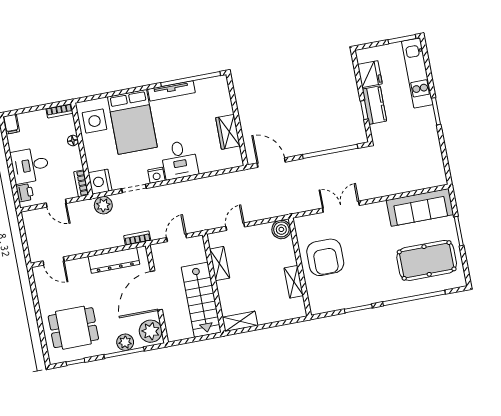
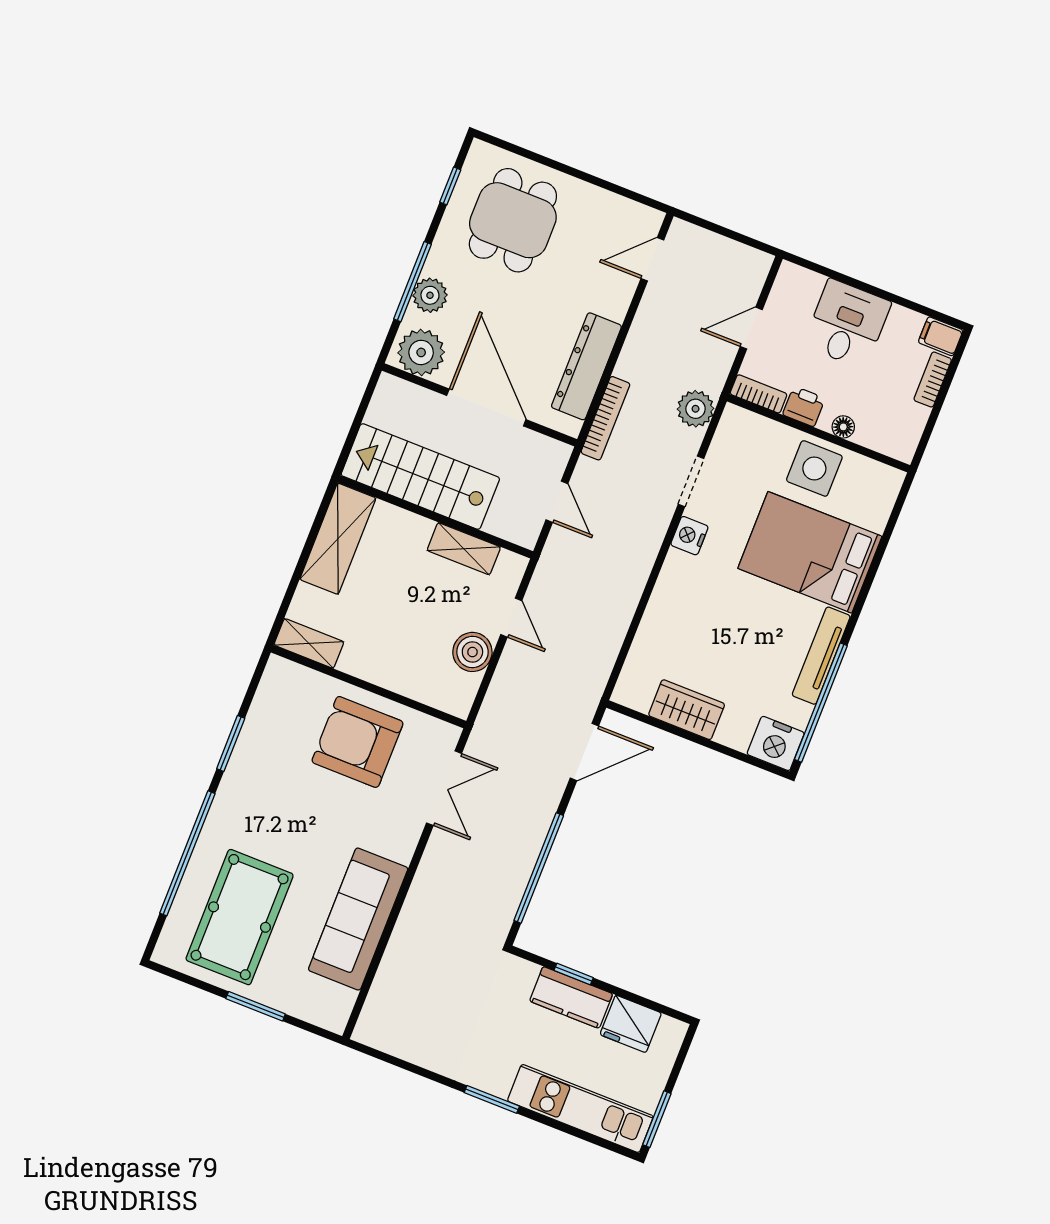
bookcase: (59, 111) -> (933, 380), moved
side table: (95, 121) -> (814, 468), moved
desk: (179, 160) -> (691, 593), removed
nightstand: (100, 182) -> (776, 743), moved, turned 180
printer: (25, 193) -> (804, 407), moved, turned 180
double door: (341, 207) -> (444, 788), moved
sofa: (420, 207) -> (358, 919), moved
boiler: (281, 229) -> (472, 652), moved
bookcase: (137, 238) -> (605, 418), width x1.56
shelving: (294, 282) -> (309, 643), moved
shelving: (240, 321) -> (338, 539), width x1.50, depth x1.33

